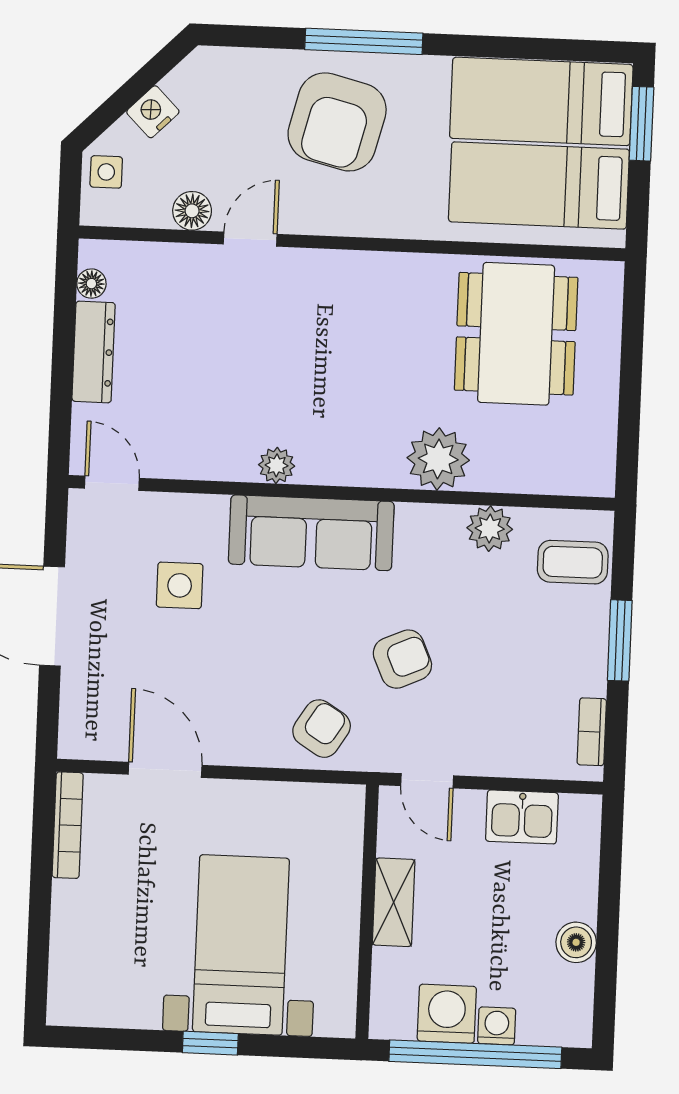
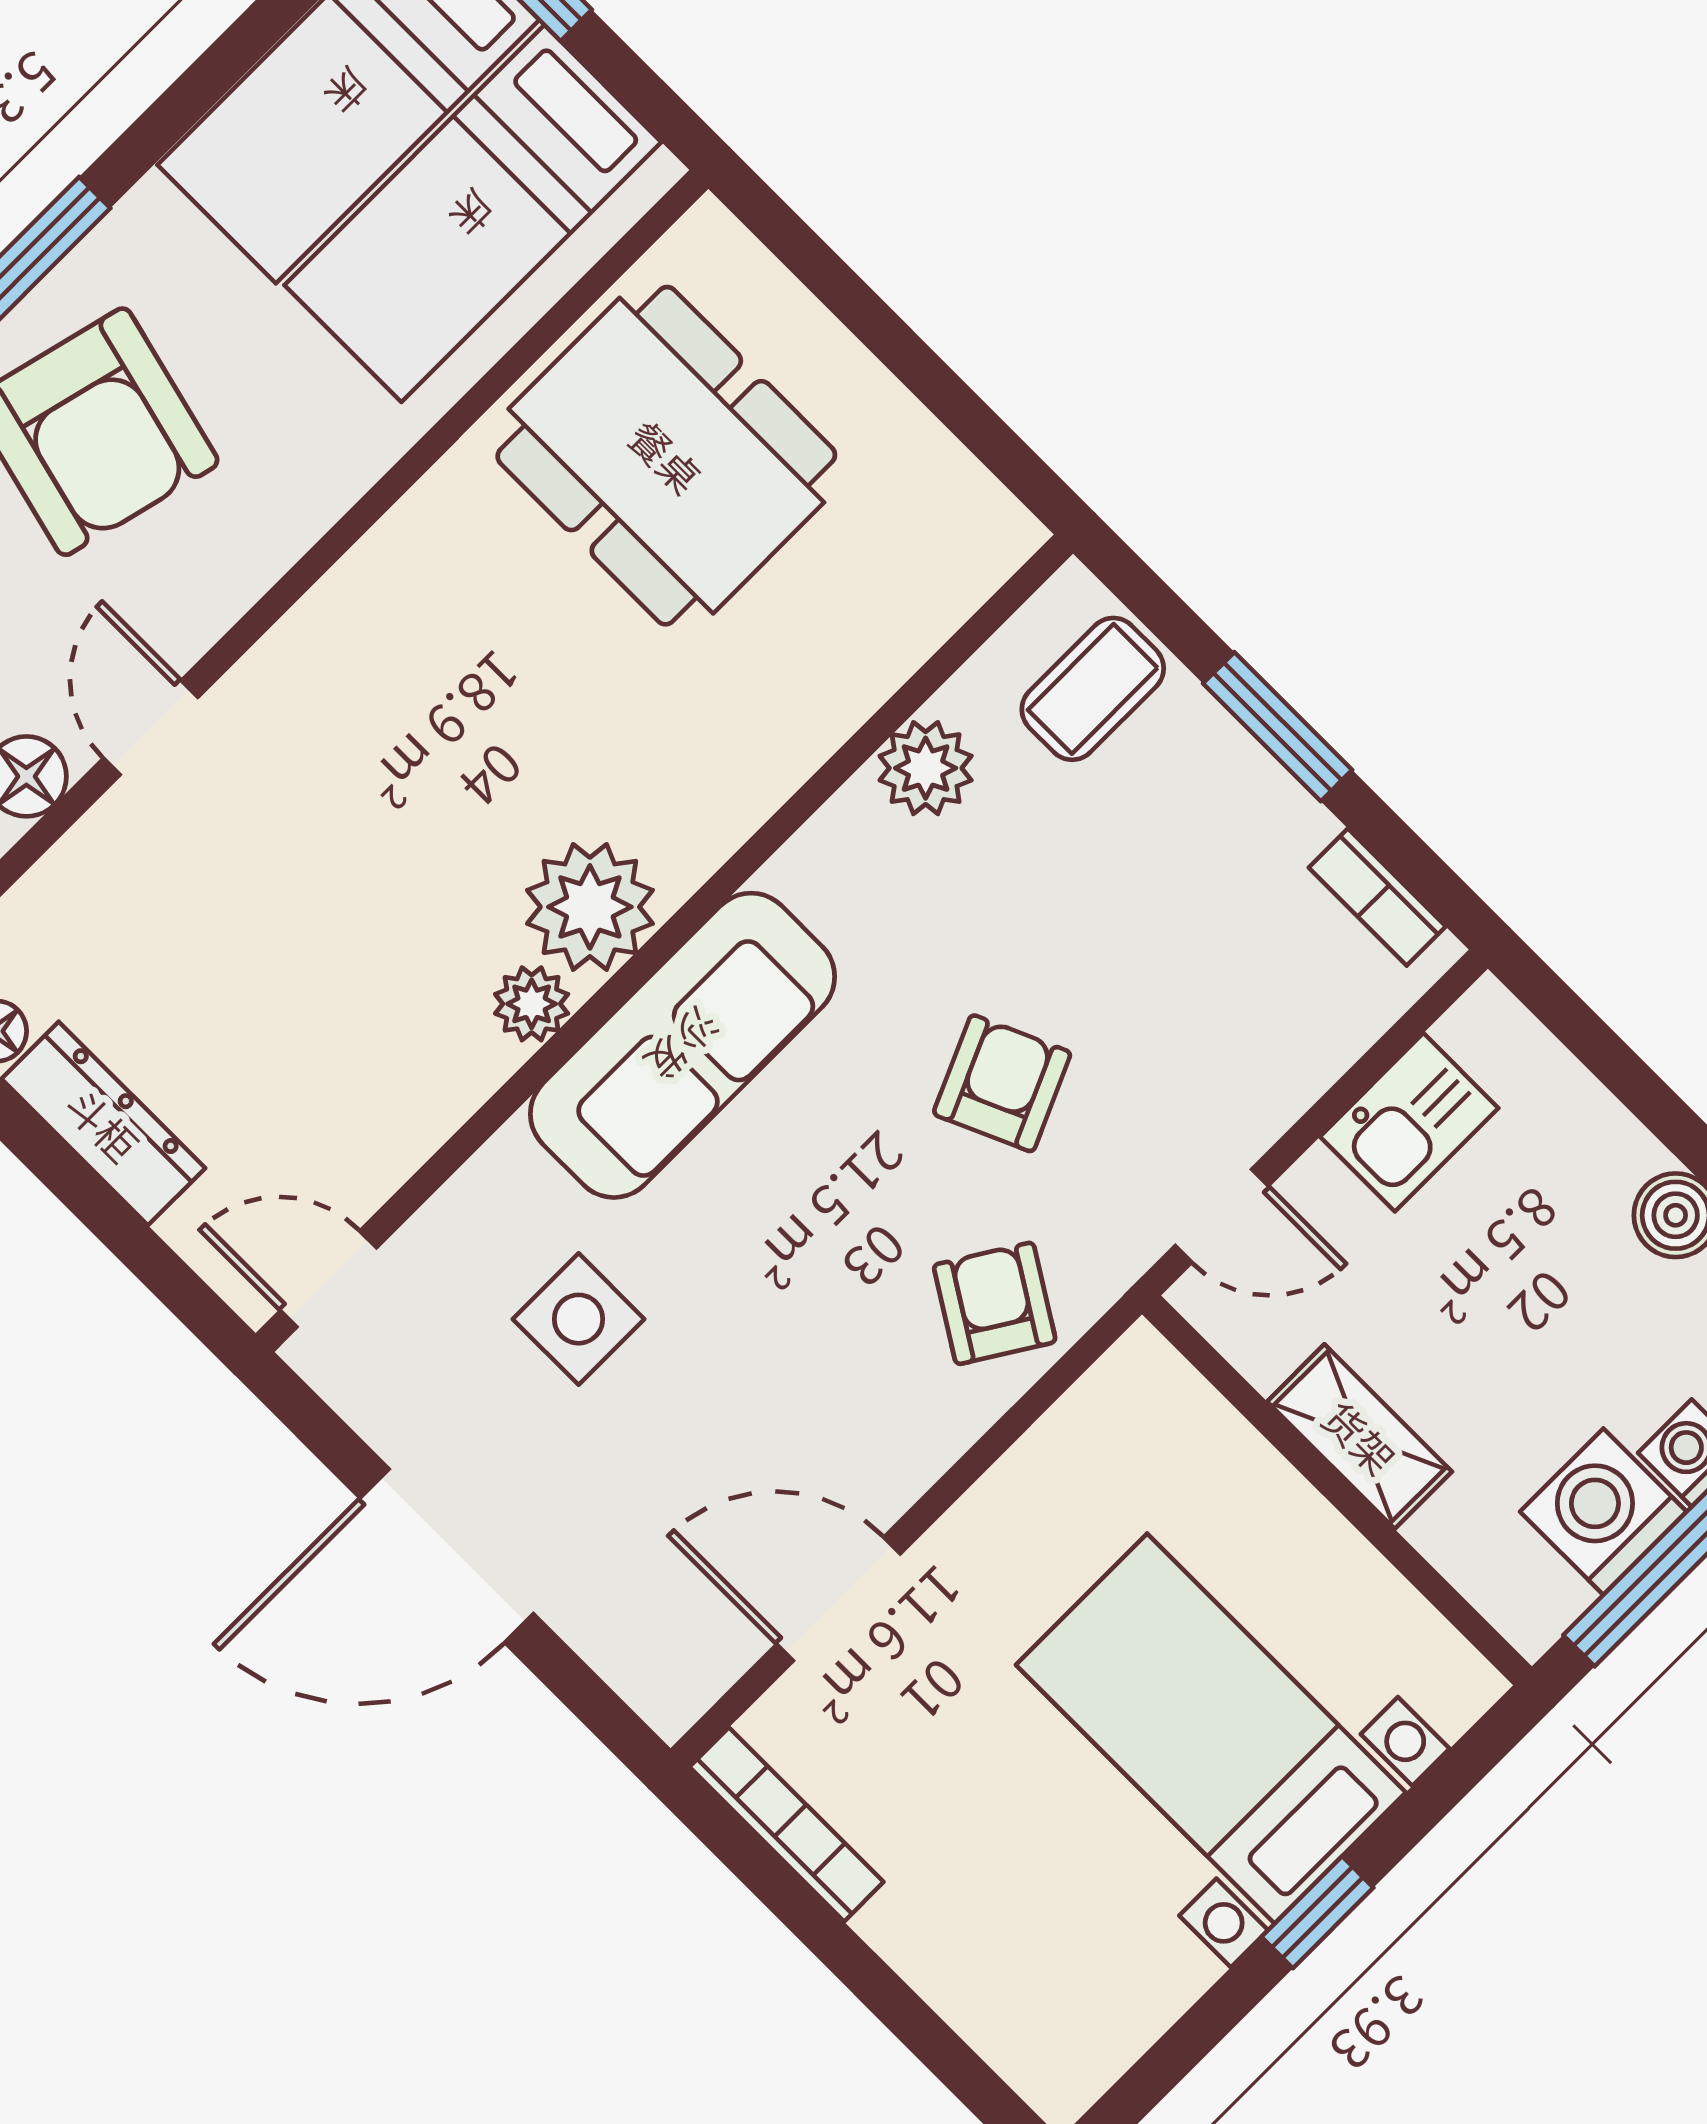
plant: (438, 459) -> (590, 907), moved

